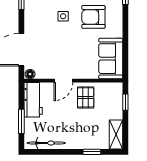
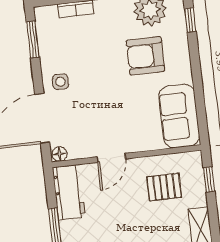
side table: (63, 16) -> (60, 82), moved
pallet: (86, 97) -> (164, 187), moved, turned 90

